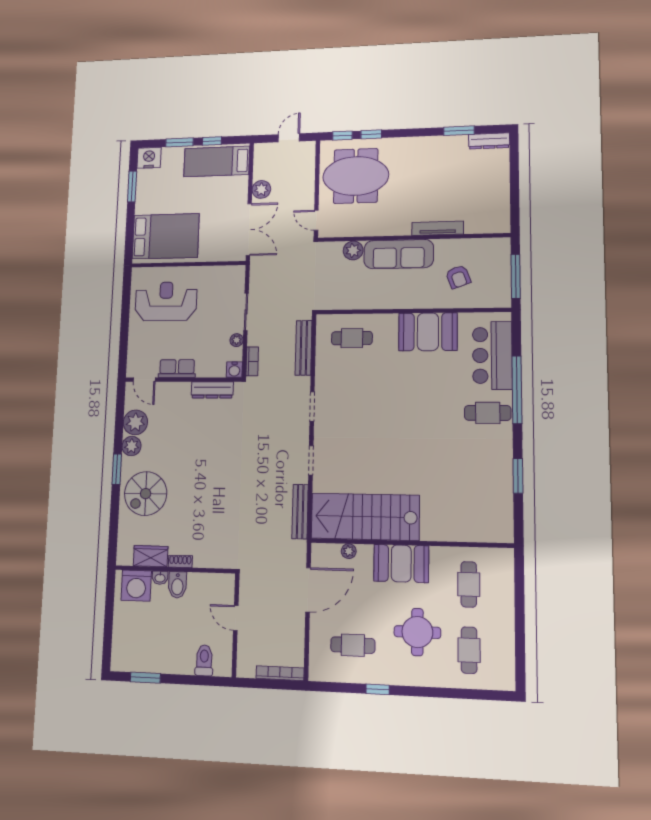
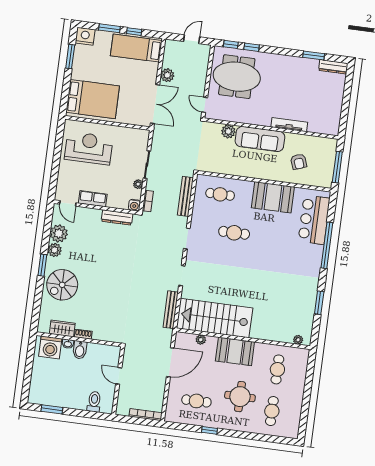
cafe table: (488, 413) -> (234, 233), moved
plant: (494, 536) -> (298, 340), added

